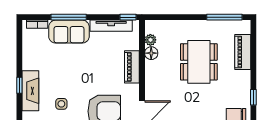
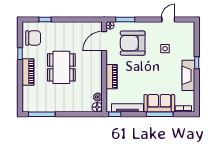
piano: (243, 52) -> (28, 72), moved
floor lamp: (151, 53) -> (97, 107), moved
dining table: (199, 62) -> (61, 67), moved
fireplace: (30, 91) -> (188, 75), moved

